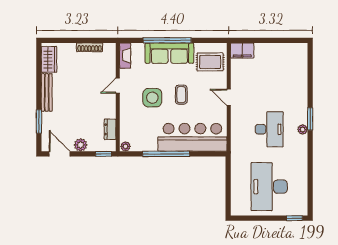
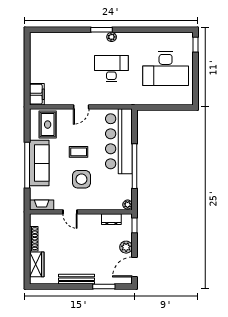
wardrobe: (49, 59) -> (37, 264), moved, turned 90

